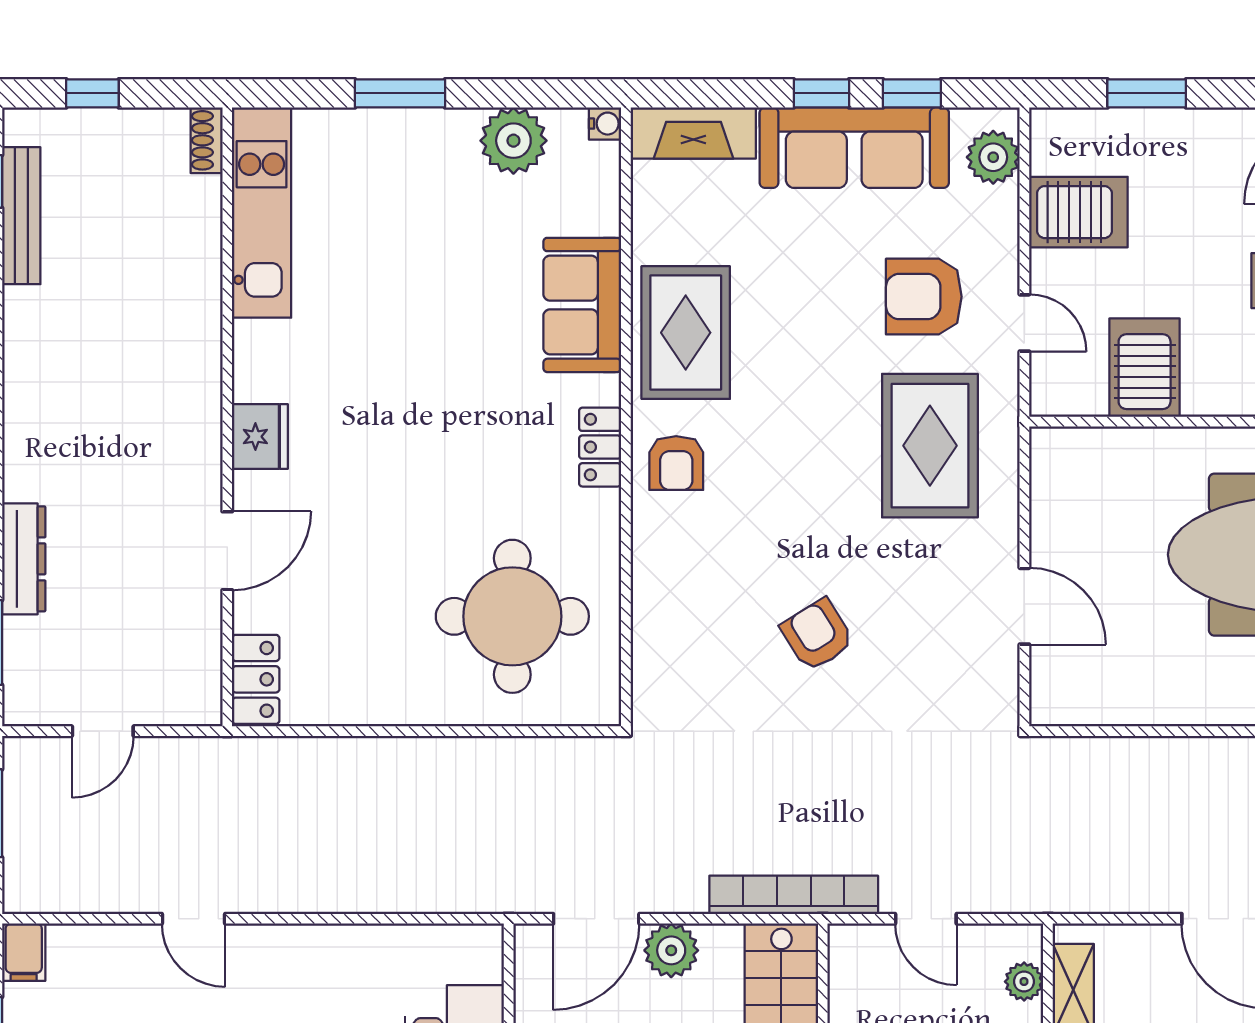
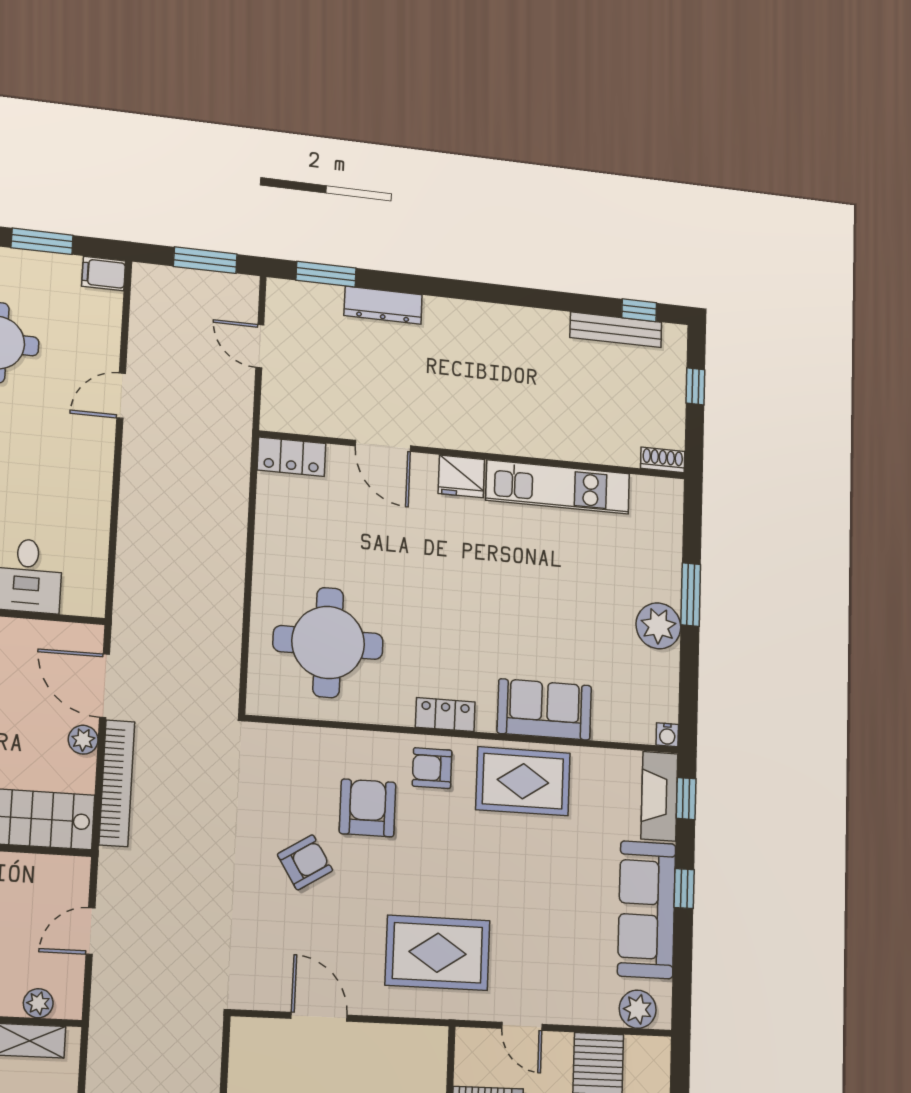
window: (912, 93) -> (686, 799), moved
plant: (513, 141) -> (658, 626), moved
kitchen unit: (262, 213) -> (558, 487), moved
armchair: (924, 297) -> (368, 808), moved
door: (1024, 323) -> (522, 1026), hinge flipped
door: (1024, 606) -> (319, 1017), swing flipped
bookcase: (794, 895) -> (117, 783), moved
plant: (671, 950) -> (83, 740), width x0.73, depth x0.73

